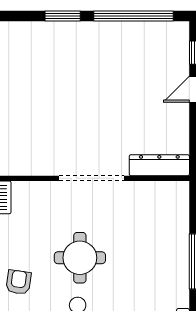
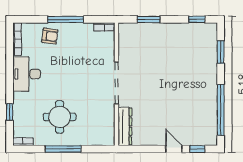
window: (63, 16) -> (221, 52), moved
round table: (80, 258) -> (60, 117), moved

